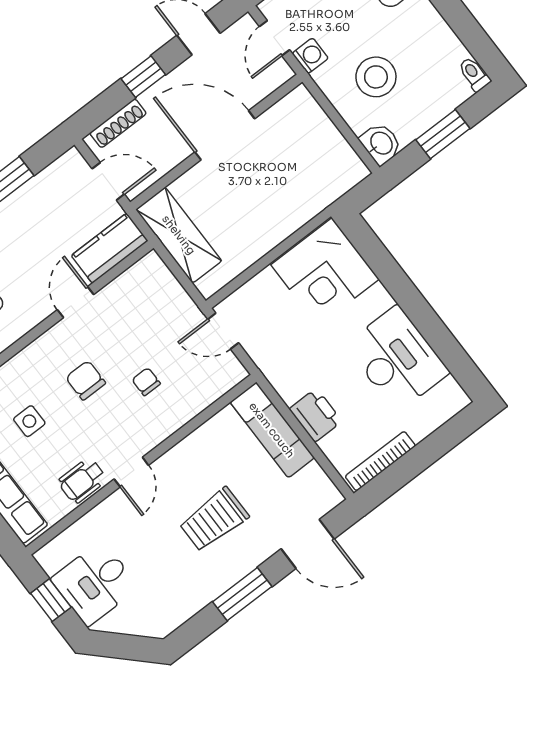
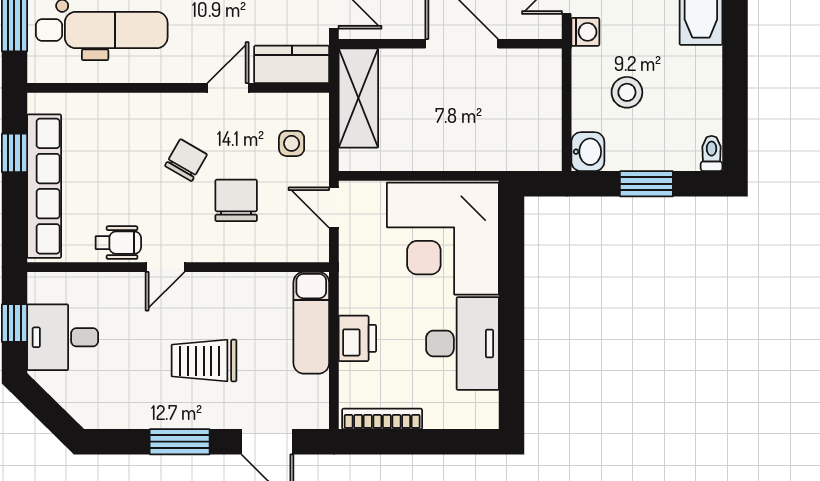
stool: (376, 77) -> (627, 92), width x0.73, depth x0.73
corner desk: (325, 272) -> (443, 239), width x1.36, depth x1.36
chair: (86, 380) -> (186, 160), turned 30
chair: (146, 382) -> (236, 200), width x1.87, depth x1.87
side table: (29, 421) -> (292, 143), moved
wheelchair: (82, 481) -> (118, 243), turned 180

